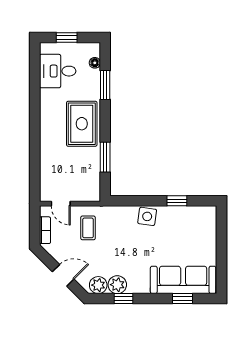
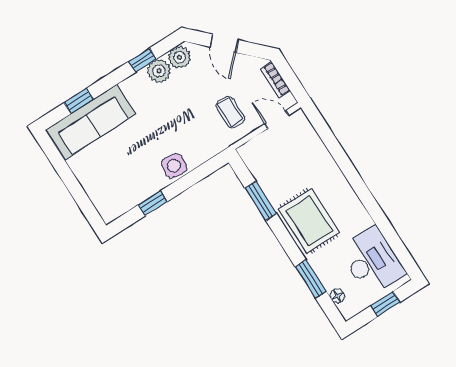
desk: (58, 71) -> (372, 261), width x1.37
door: (63, 275) -> (224, 43), hinge flipped

